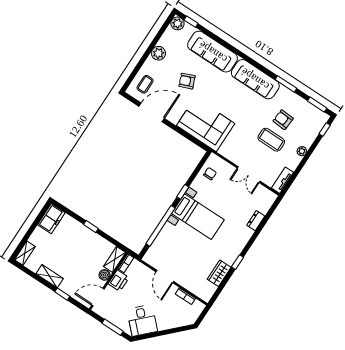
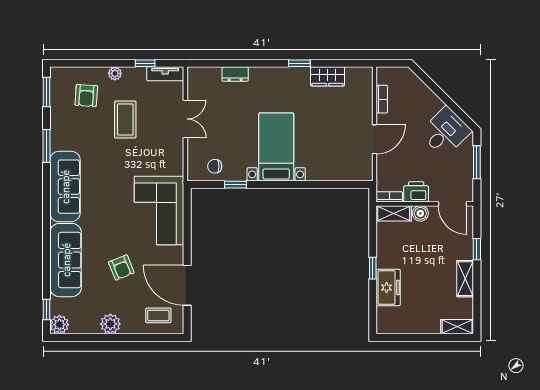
armchair: (283, 120) -> (86, 95), moved
window: (325, 129) -> (145, 63), moved
window: (183, 192) -> (236, 185), moved
freezer: (51, 219) -> (388, 288), moved, turned 90
window: (161, 226) -> (317, 185), removed

